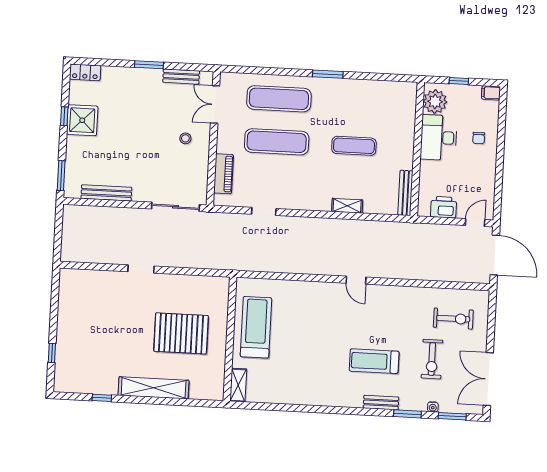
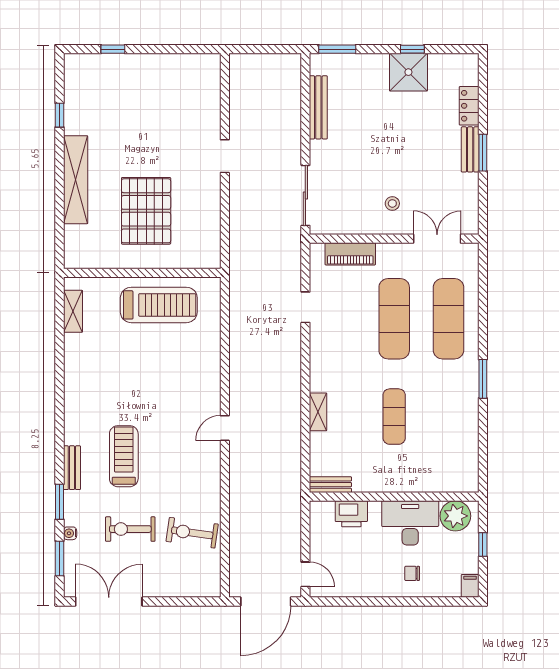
locker: (85, 72) -> (469, 106), moved
bench: (181, 77) -> (470, 149), moved
bench: (405, 193) -> (330, 485), width x0.73
printer: (444, 207) -> (351, 514), moved, turned 90
exercise bike: (453, 319) -> (192, 533), moved, turned 98
shelving: (238, 385) -> (73, 311), moved, turned 90

